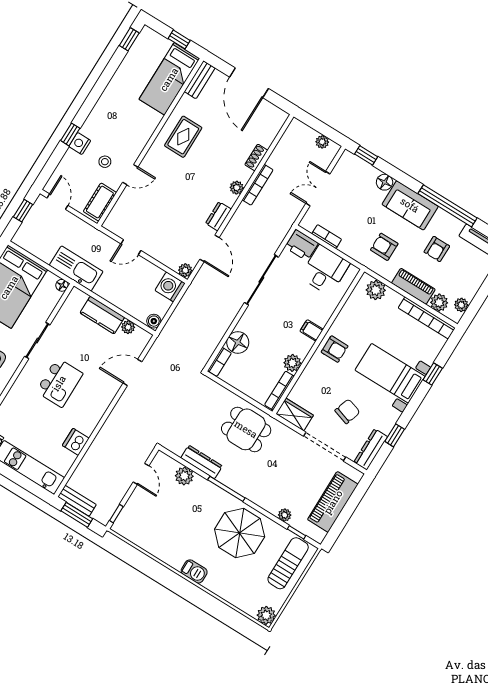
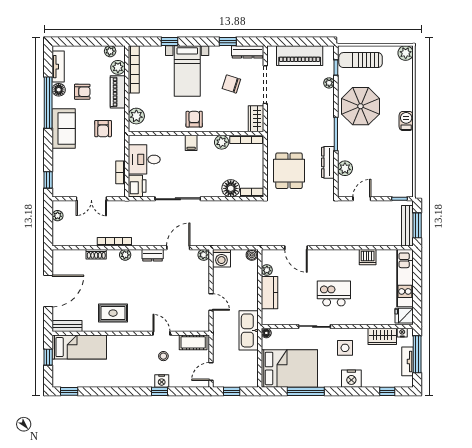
floor lamp: (385, 182) -> (59, 90), moved
dining table: (246, 429) -> (289, 171), moved
bench: (77, 501) -> (407, 226), width x1.36

